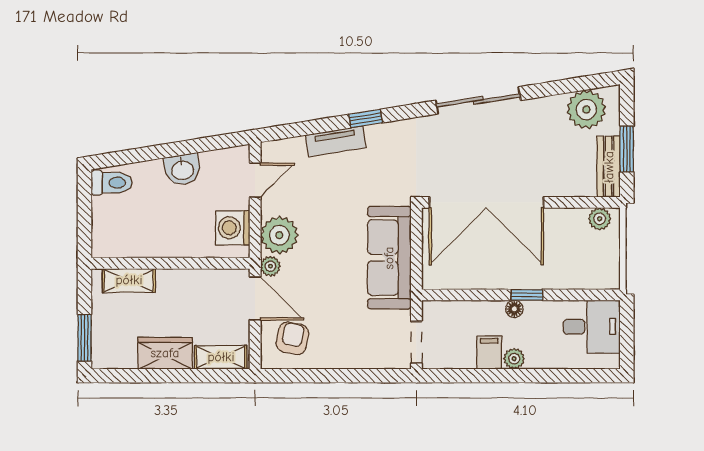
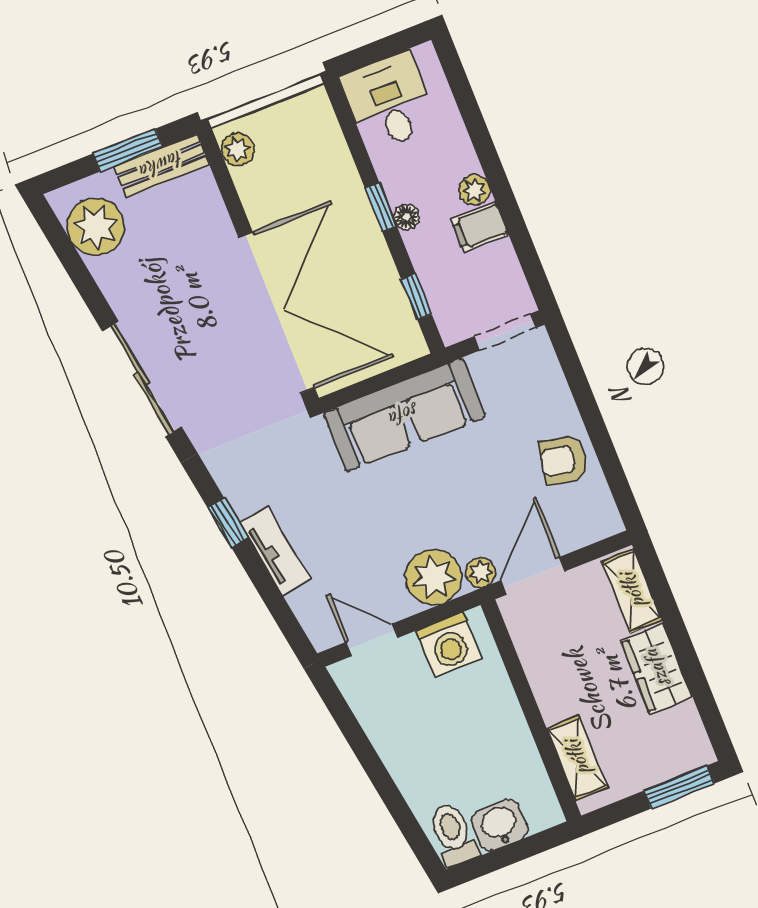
washbasin: (182, 170) -> (500, 825), moved, turned -81
window: (461, 295) -> (416, 297), added
armchair: (292, 338) -> (564, 460), moved

